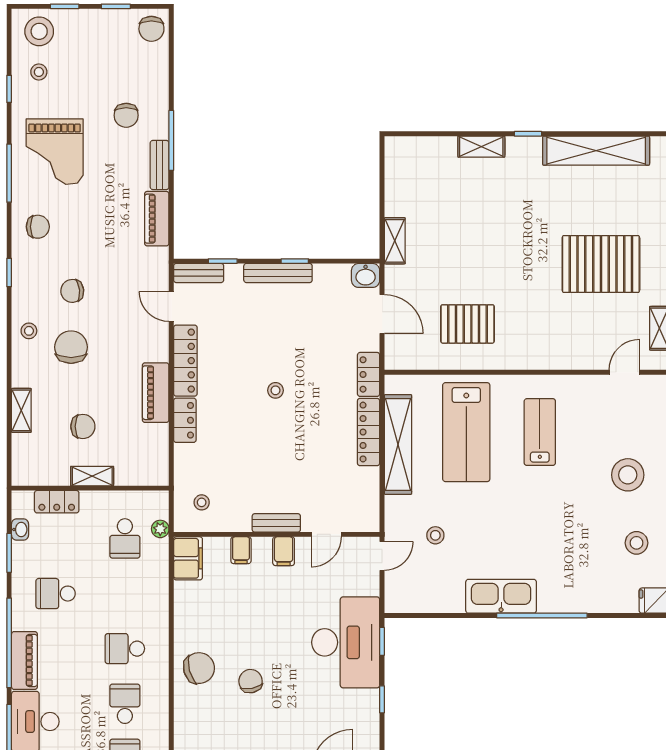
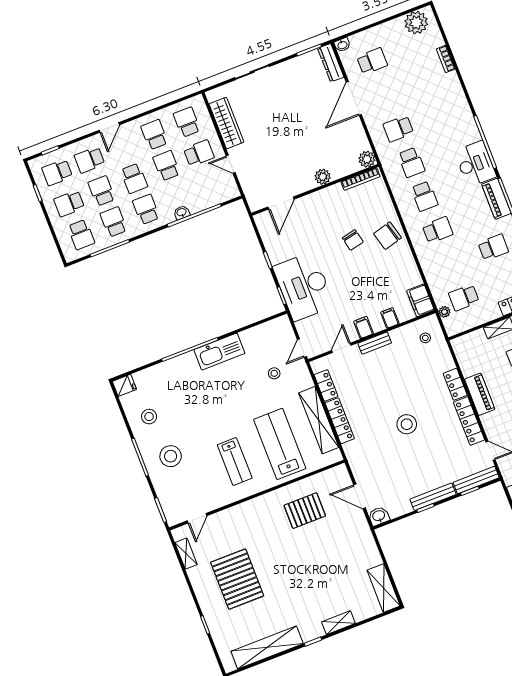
shelving: (395, 241) -> (384, 588), moved, width x1.50, depth x1.33
pallet: (601, 264) -> (237, 579), turned 90
bench: (199, 273) -> (476, 480), width x1.36
locker: (369, 374) -> (326, 385), moved
stool: (275, 390) -> (407, 424), width x1.89, depth x1.89
school desk: (125, 538) -> (464, 298), turned -90

